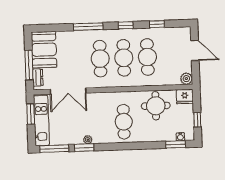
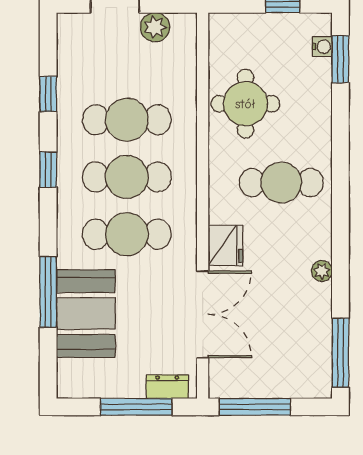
window: (88, 27) -> (48, 292), moved
booth: (44, 50) -> (86, 314), moved, turned 90
plant: (186, 79) -> (155, 27), moved
fridge: (185, 96) -> (225, 245), moved
window: (31, 114) -> (255, 407), width x1.44
kitchen unit: (41, 121) -> (271, 381), removed
window: (84, 148) -> (340, 280), removed

